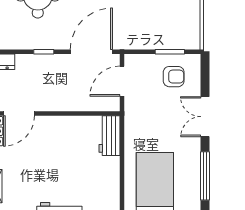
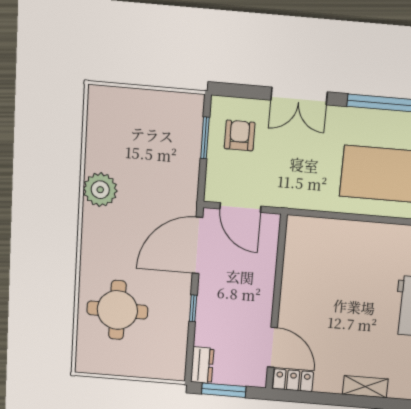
door: (91, 52) -> (197, 245), hinge flipped
workbench: (109, 136) -> (313, 231), removed

